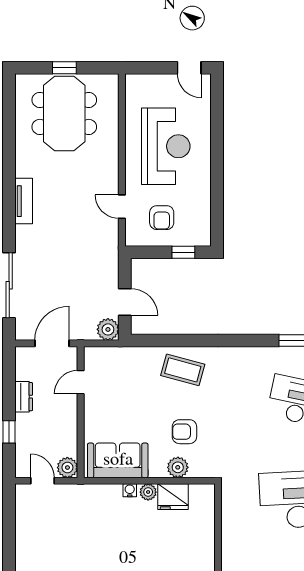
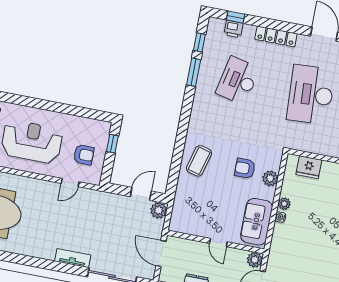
tv unit: (24, 201) -> (73, 258), moved
door: (81, 382) -> (218, 243), moved
armchair: (184, 432) -> (245, 168), turned 90
fridge: (173, 497) -> (309, 167), moved, turned 90

